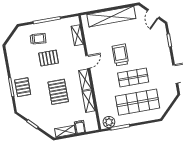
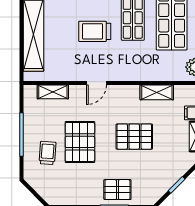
pallet: (49, 58) -> (80, 142), width x1.50, depth x1.42
door: (88, 62) -> (96, 83), swing flipped
shelving: (85, 80) -> (123, 92), removed

